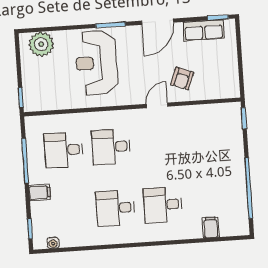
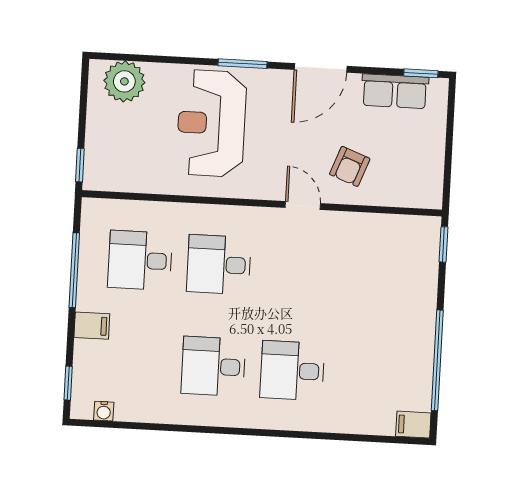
door: (157, 105) -> (303, 206), hinge flipped
filing cabinet: (211, 227) -> (413, 425), moved, turned -90

